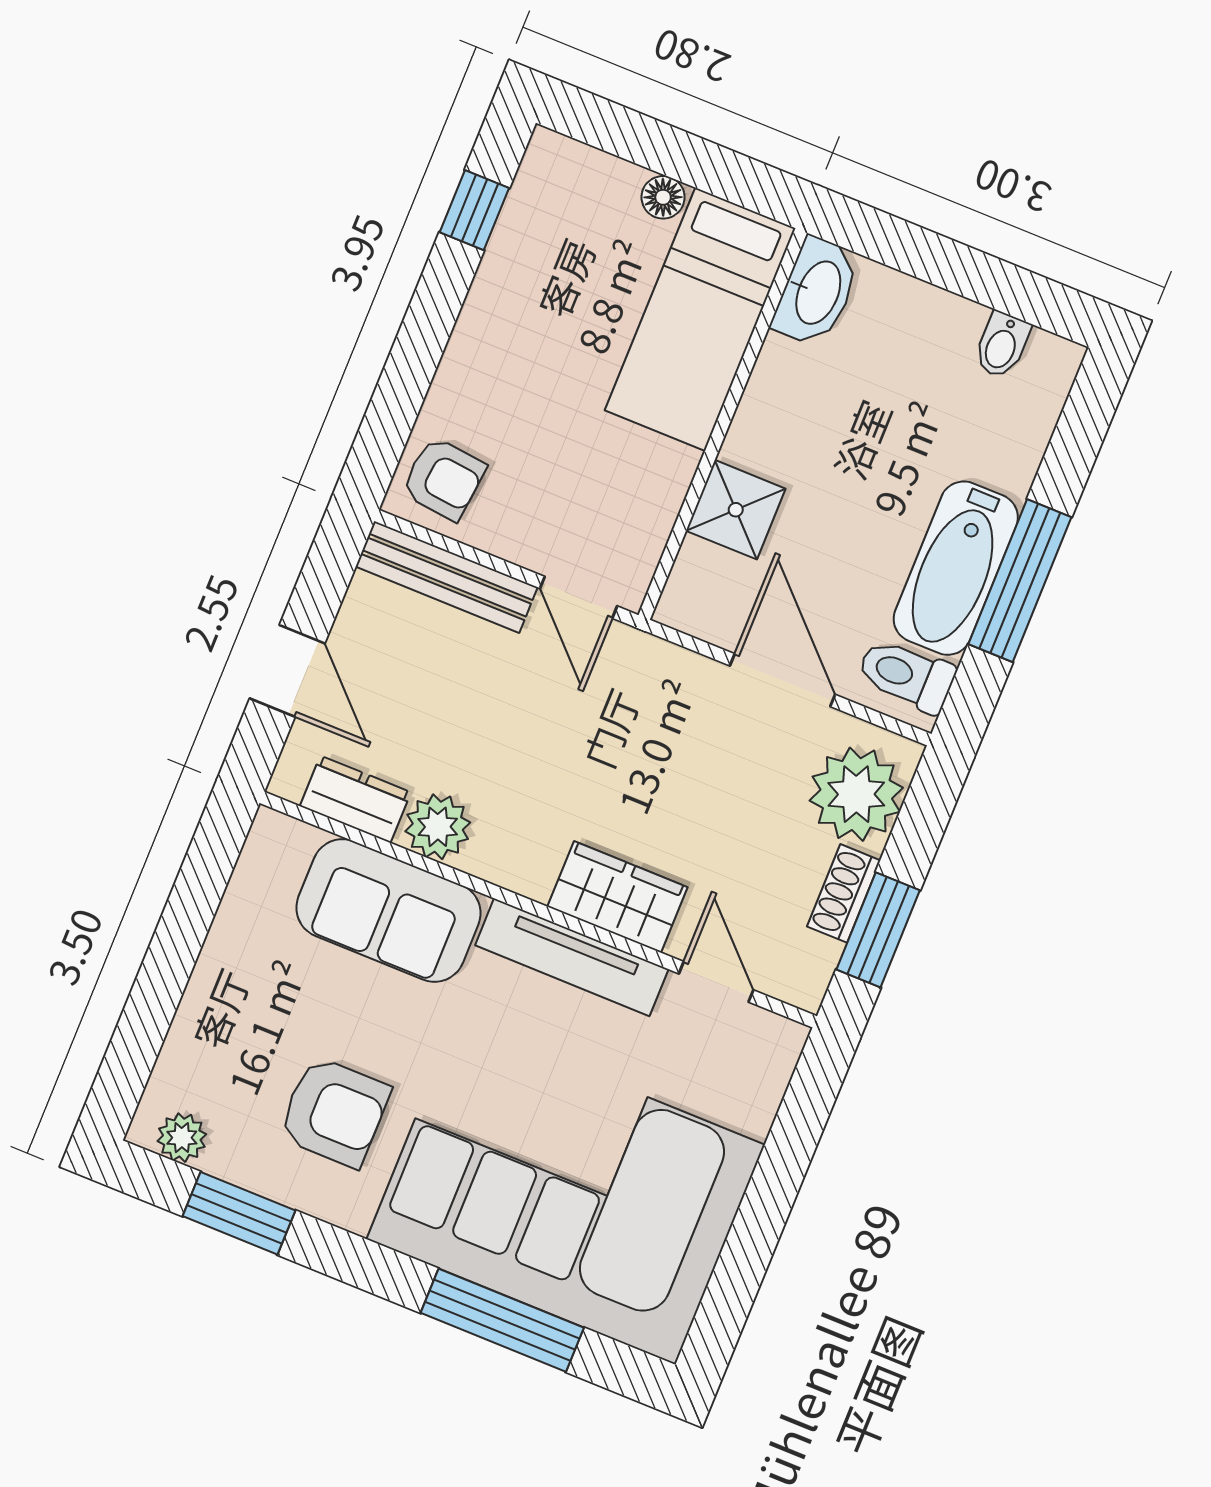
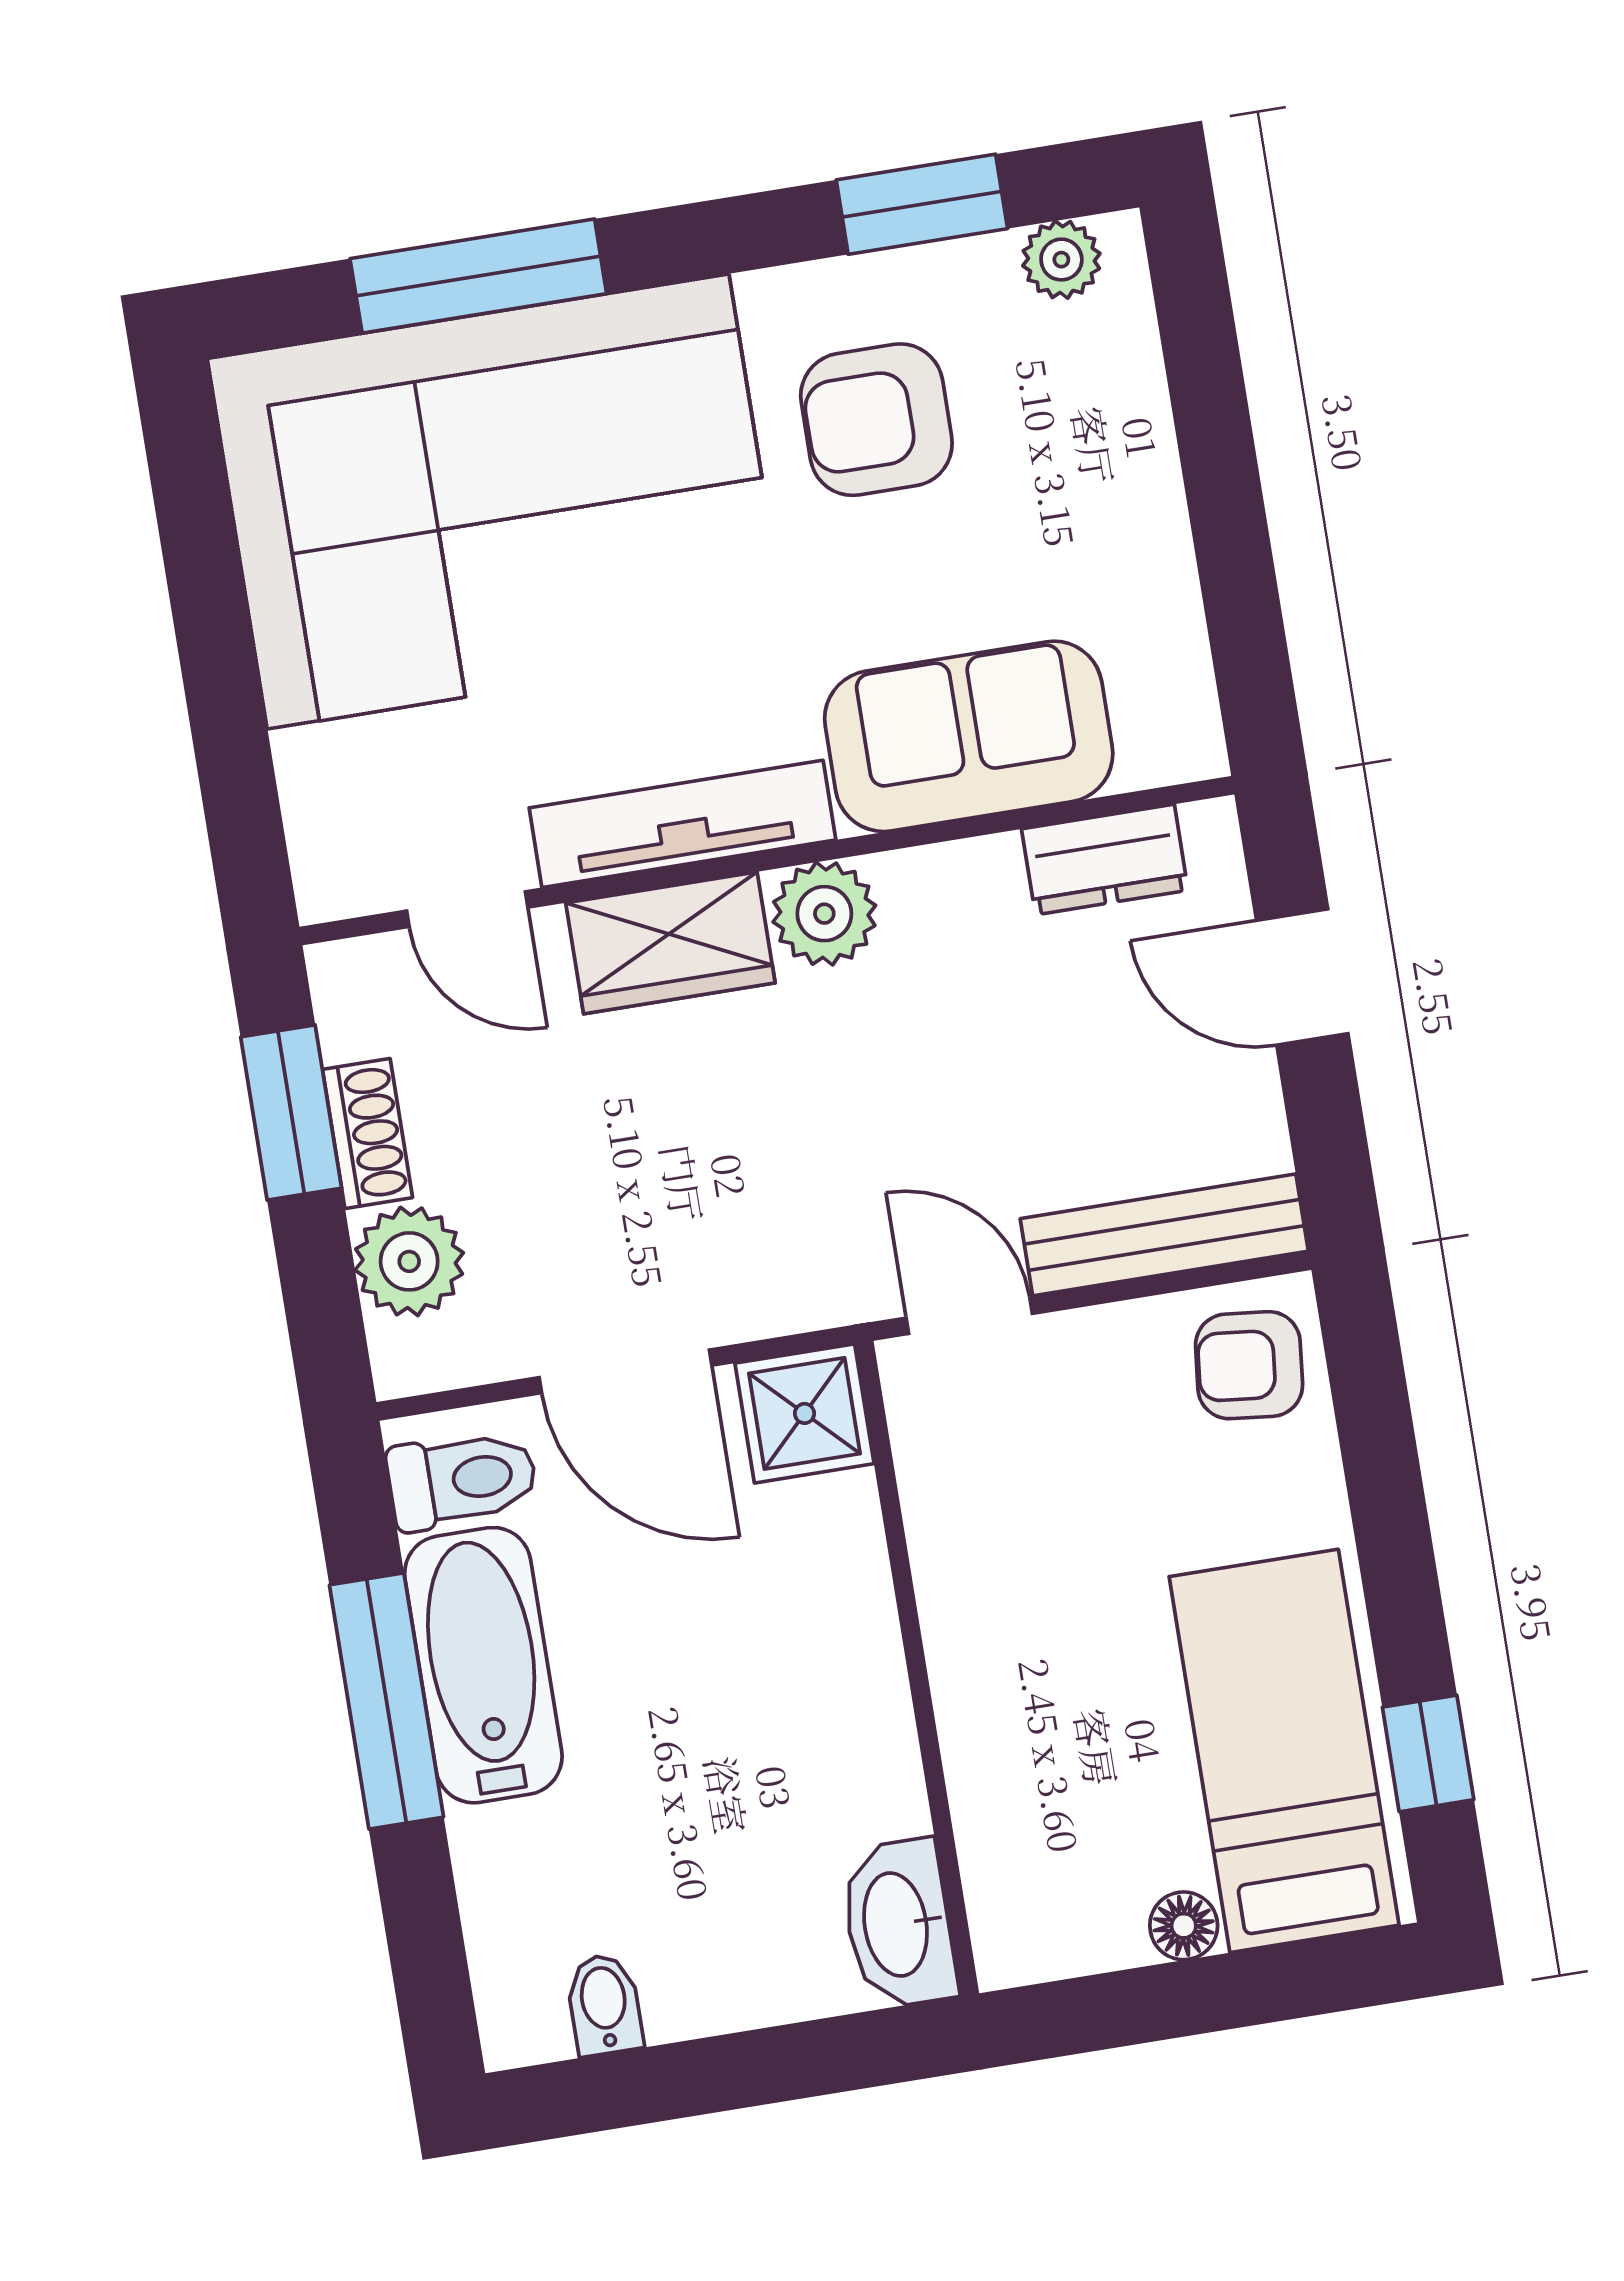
bed: (700, 319) -> (1284, 1751), moved
shower: (736, 510) -> (804, 1413), moved
plant: (856, 794) -> (409, 1261), width x0.73, depth x0.73
plant: (438, 827) -> (824, 914), moved

